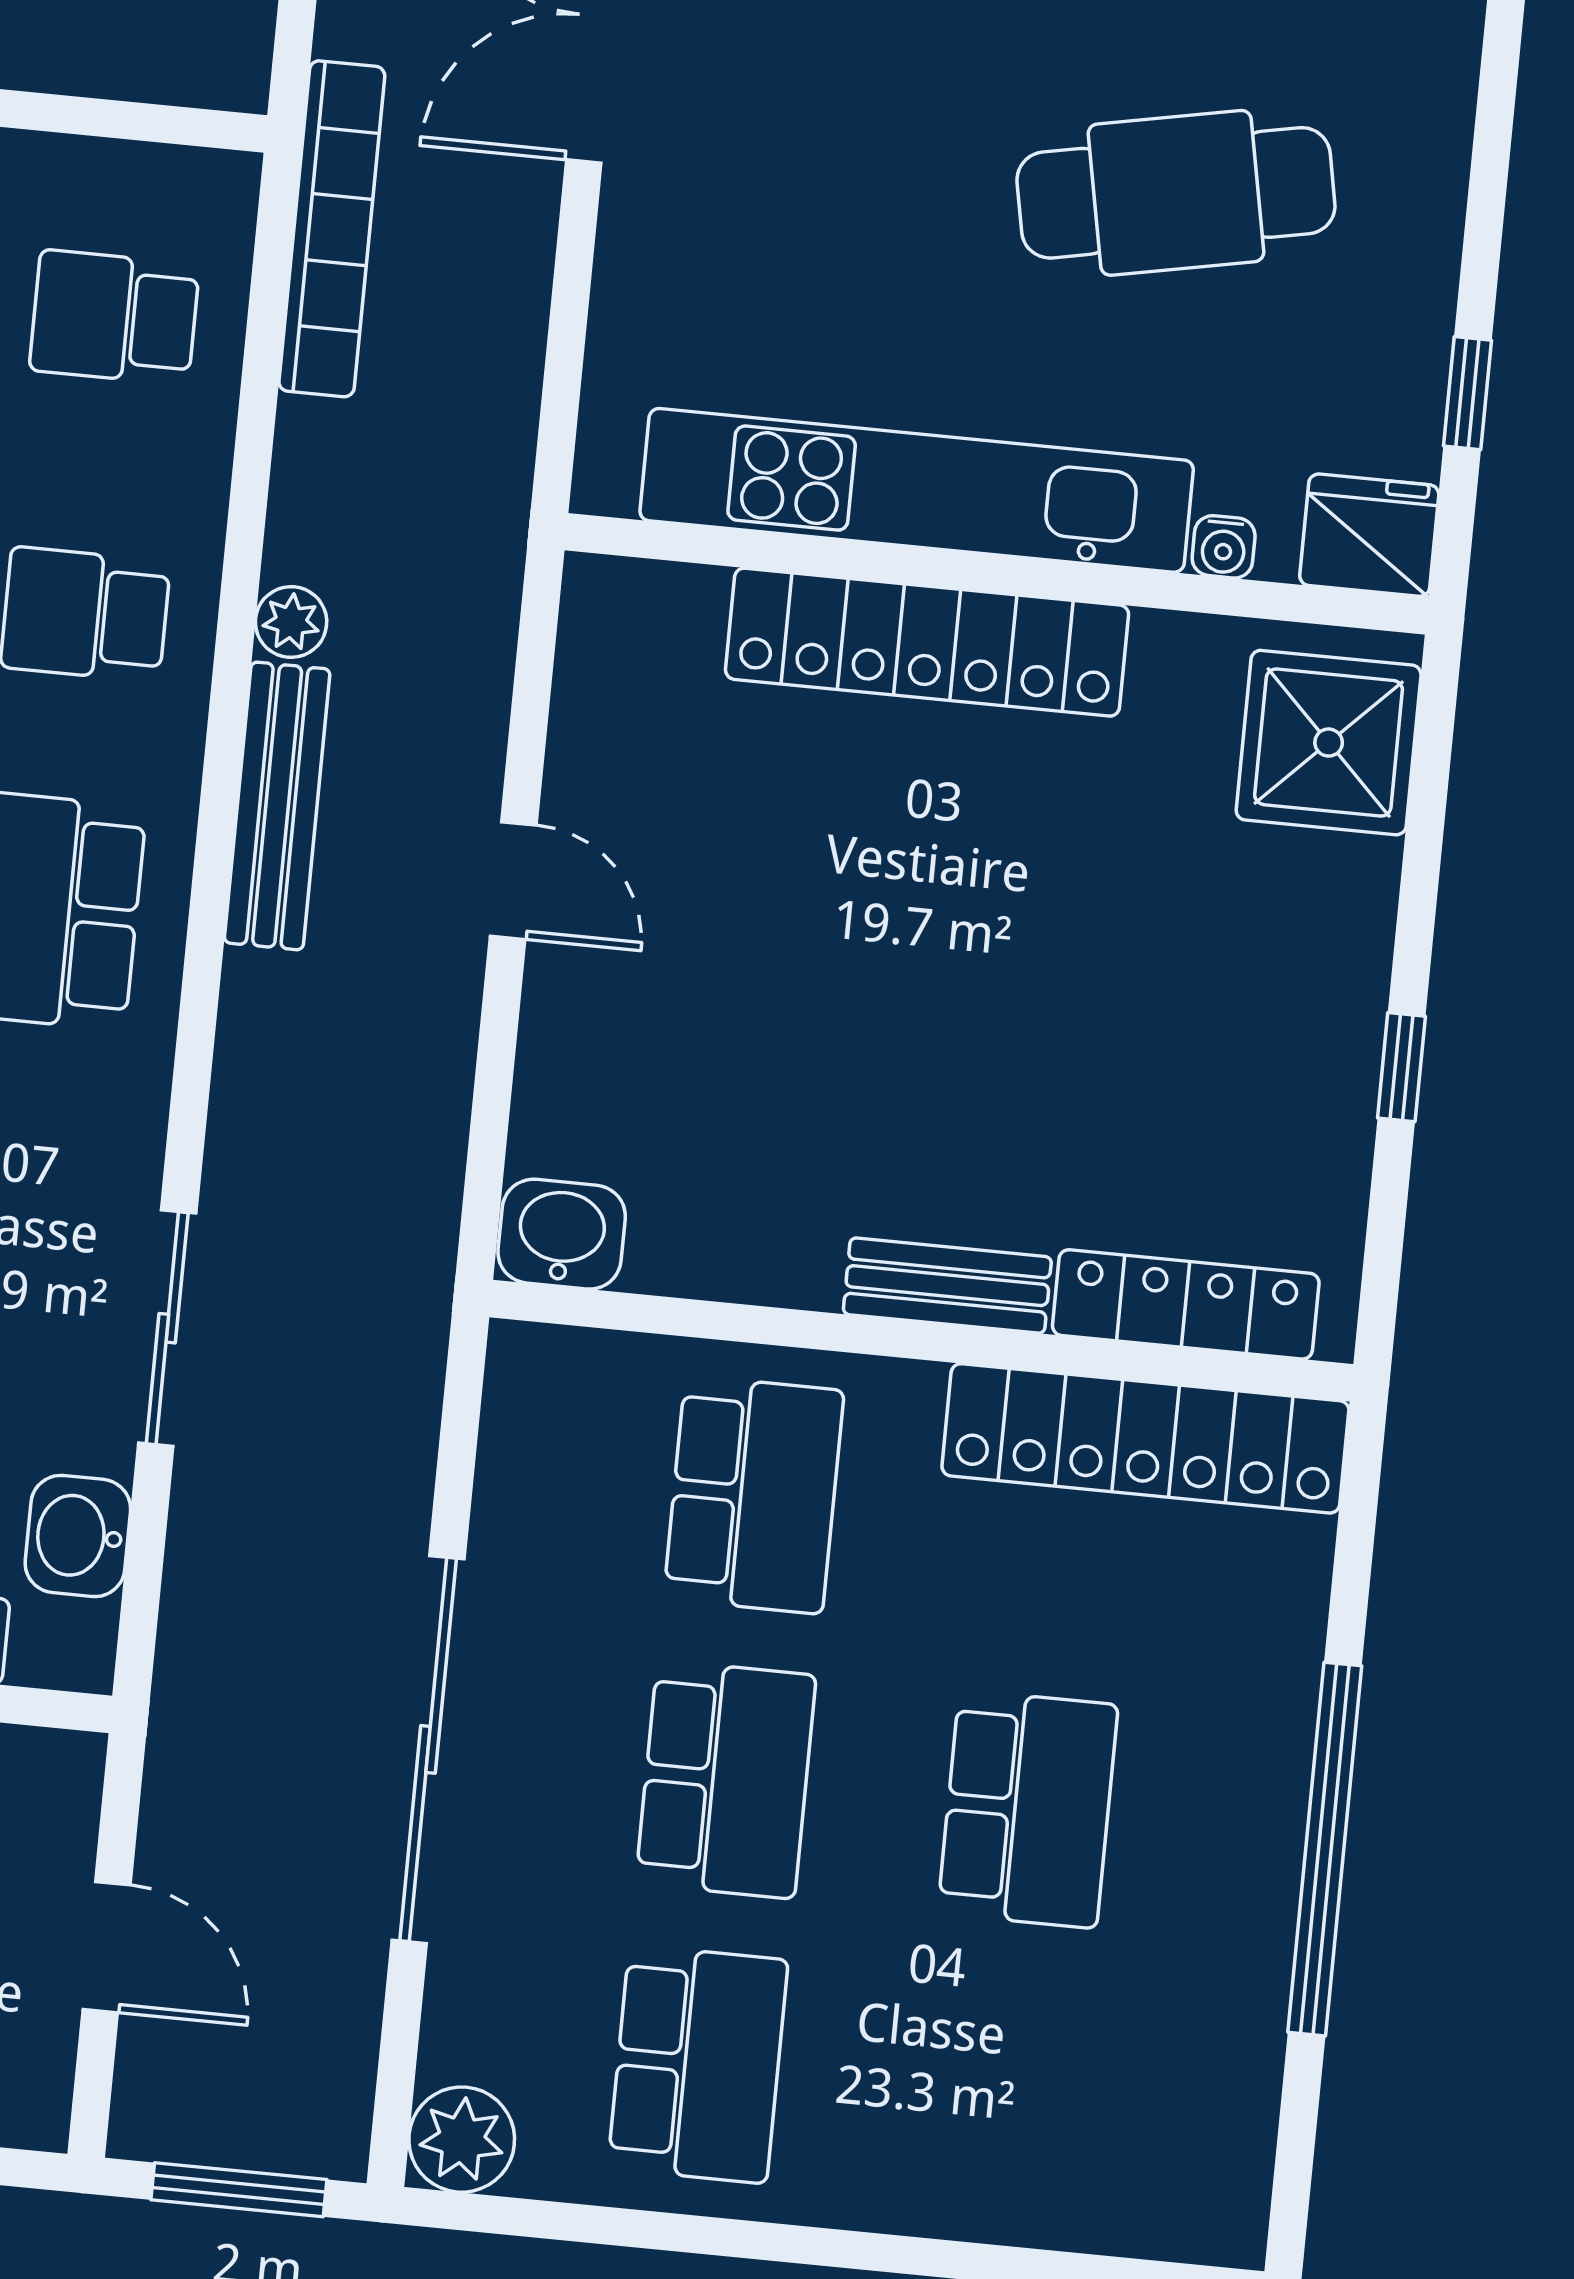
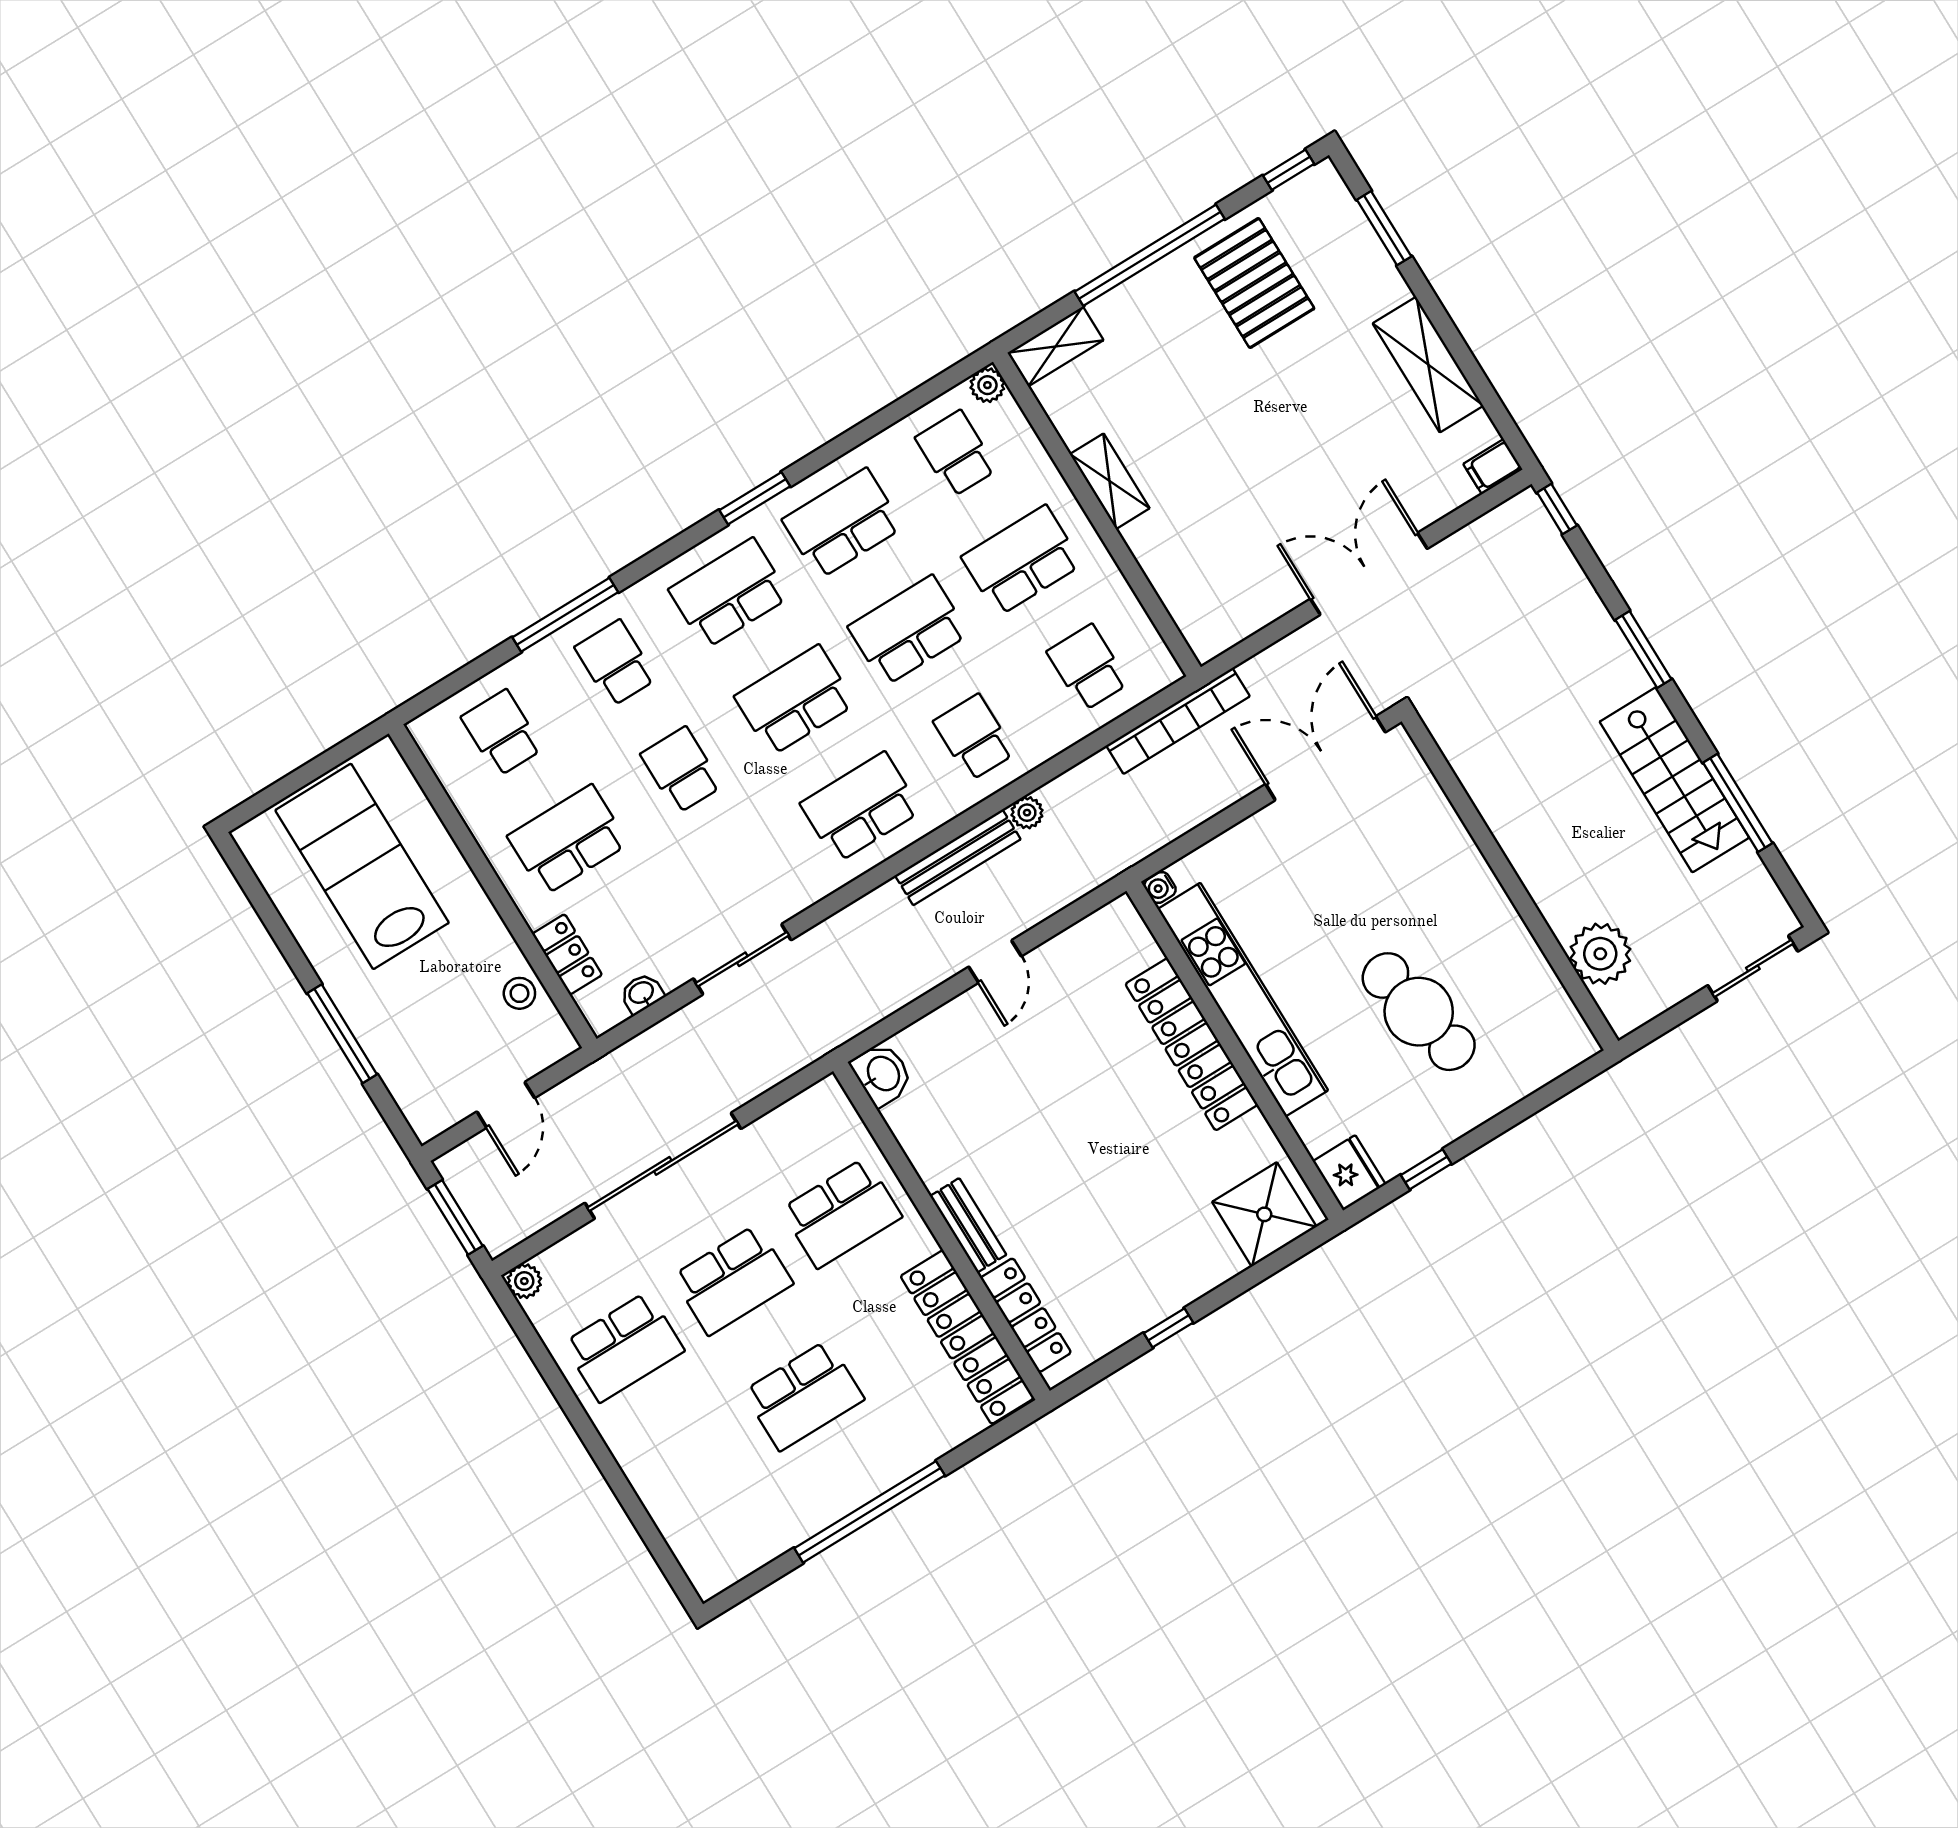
water cooler: (1224, 547) -> (1160, 888), moved
washbasin: (78, 1536) -> (642, 993), width x0.72, depth x0.69
plant: (462, 2140) -> (524, 1281), width x0.73, depth x0.73

